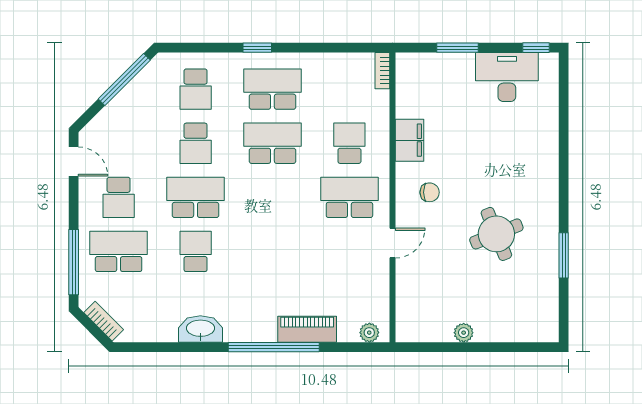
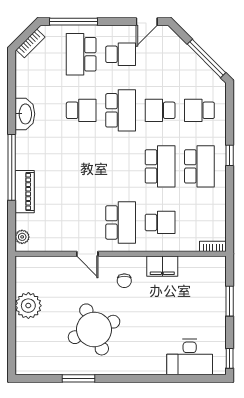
desk: (507, 77) -> (190, 357), moved, turned 90
school desk: (119, 197) -> (121, 54), turned 180
round table: (496, 234) -> (94, 329), width x1.36, depth x1.36
school desk: (119, 251) -> (81, 54), turned 180
plant: (464, 333) -> (28, 306), width x1.87, depth x1.87

